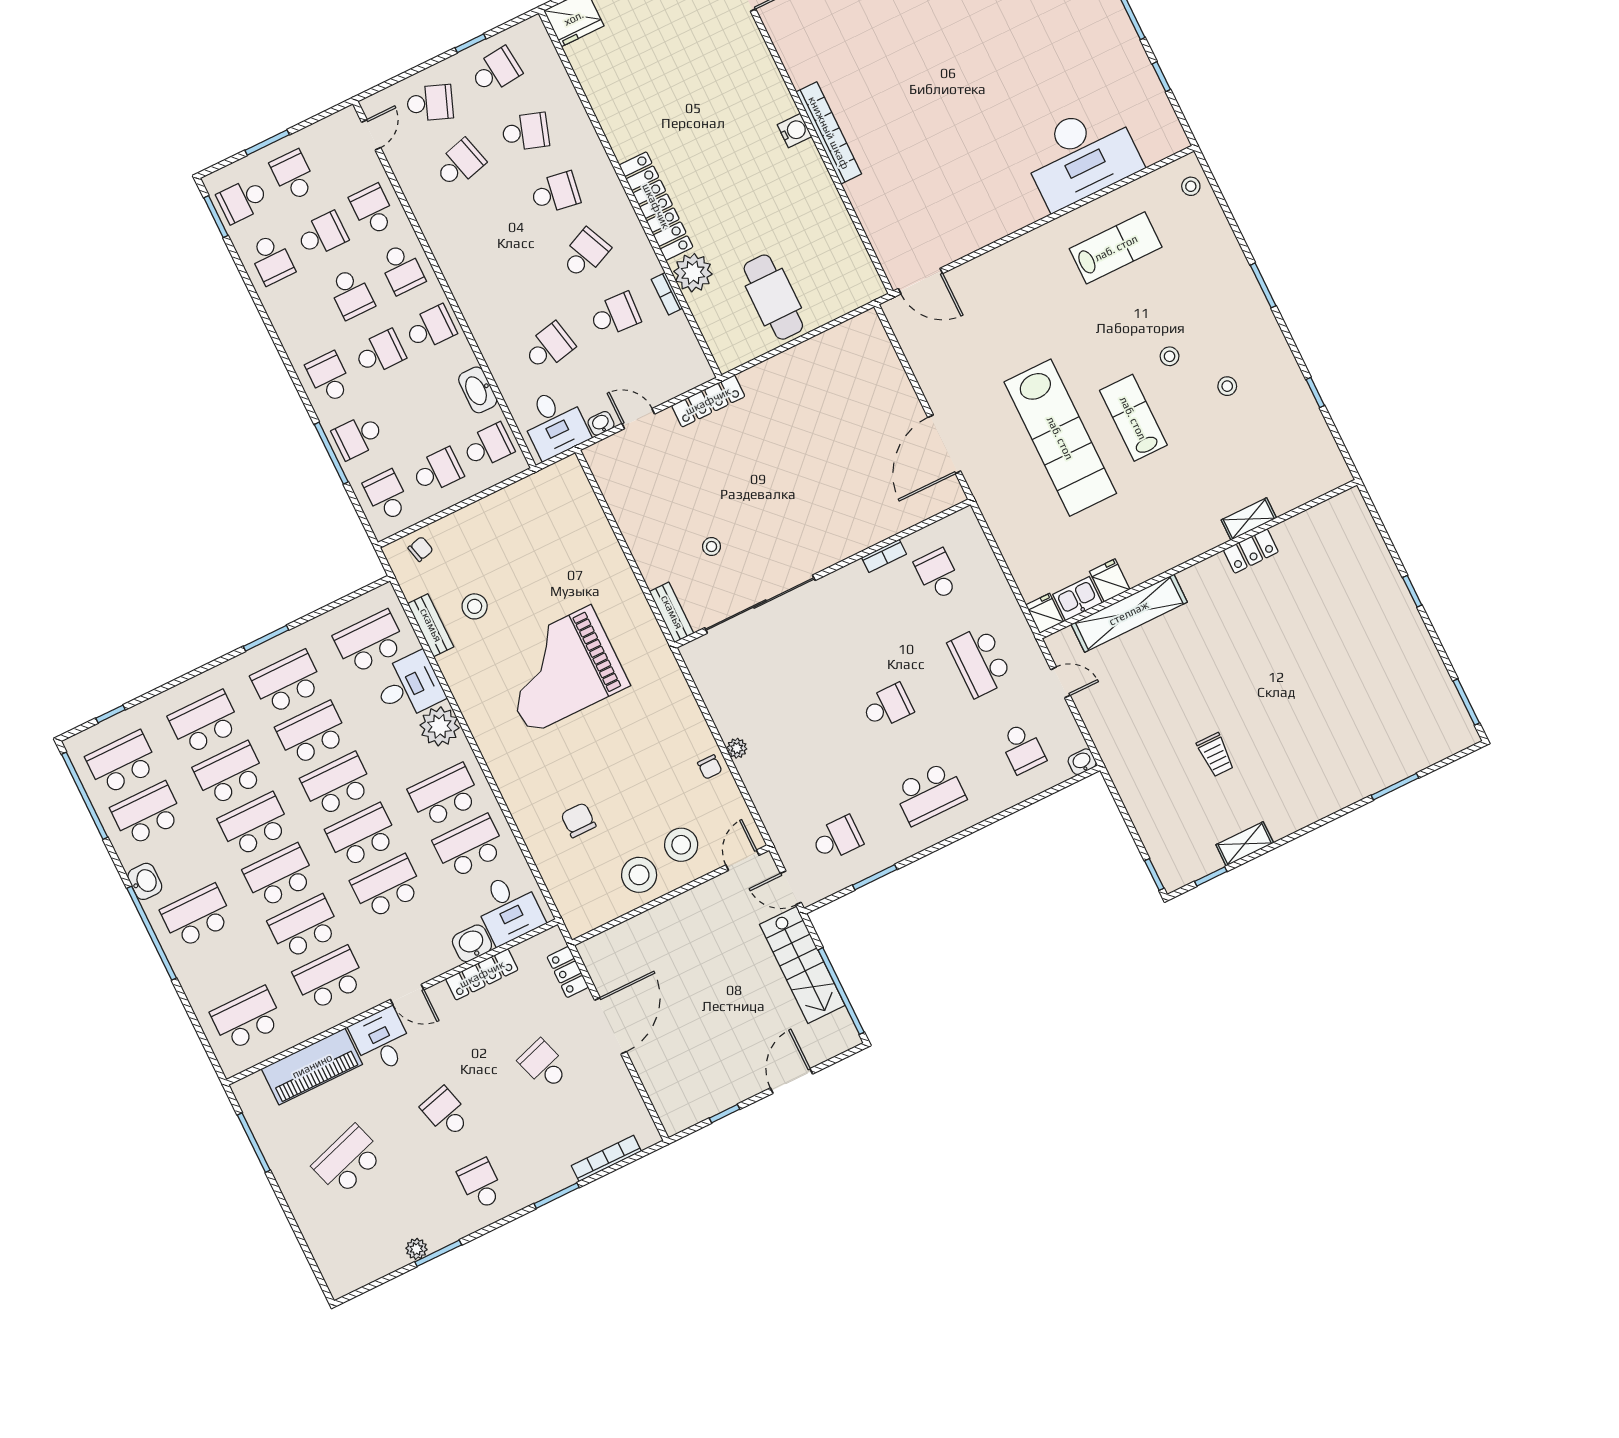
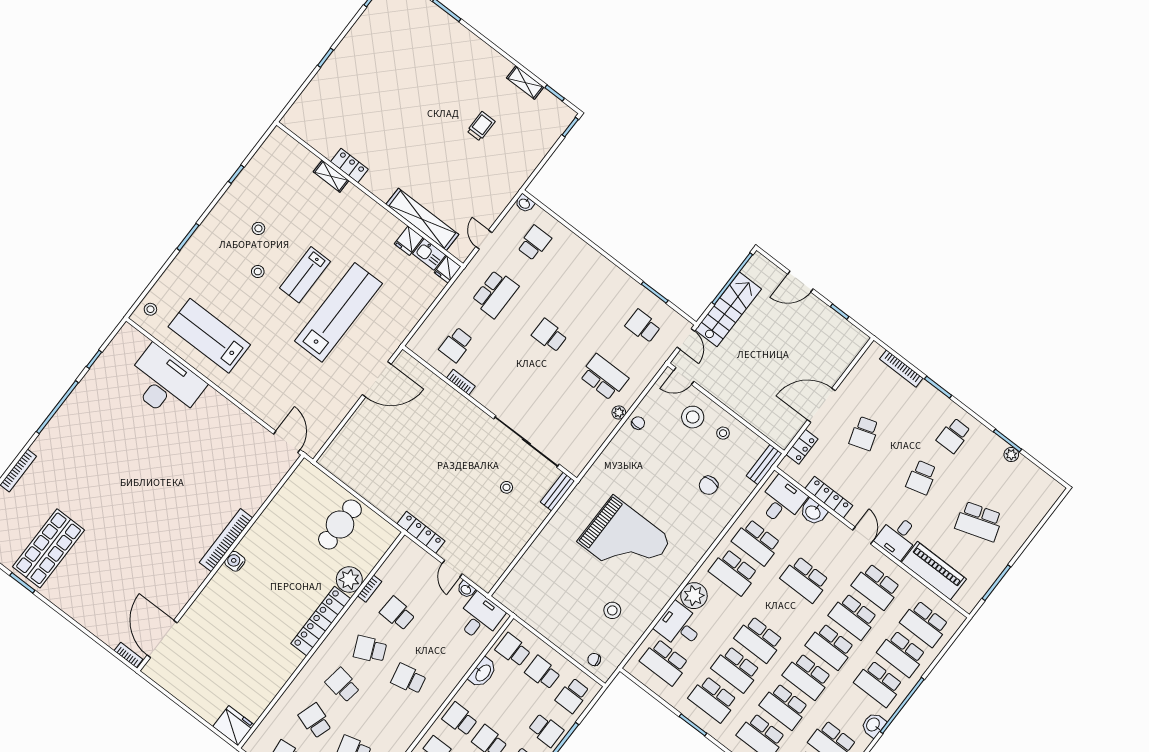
lab bench: (1116, 248) -> (209, 336), width x1.36, depth x1.39
school desk: (549, 347) -> (409, 679), moved
bench: (431, 625) -> (764, 465), moved
school desk: (930, 793) -> (604, 377), moved
school desk: (362, 836) -> (902, 654), moved
stool: (639, 875) -> (723, 433), width x0.53, depth x0.53

